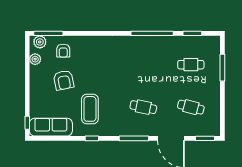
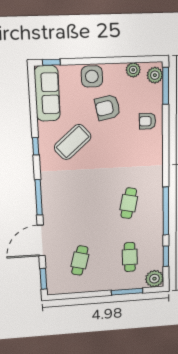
plant: (212, 44) -> (154, 279), added
armchair: (63, 51) -> (147, 121), moved
side table: (39, 92) -> (92, 76), added
cafe table: (143, 107) -> (129, 203), moved
coffee table: (90, 109) -> (73, 142), turned -41

